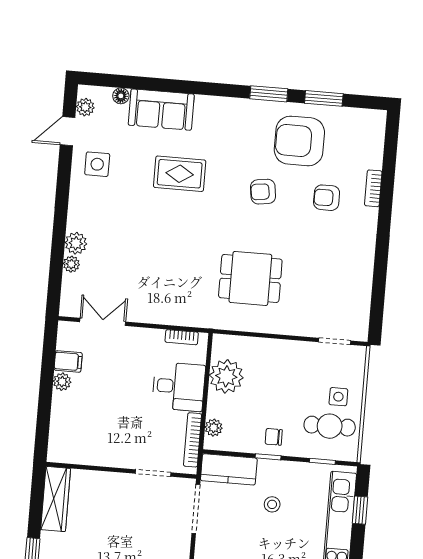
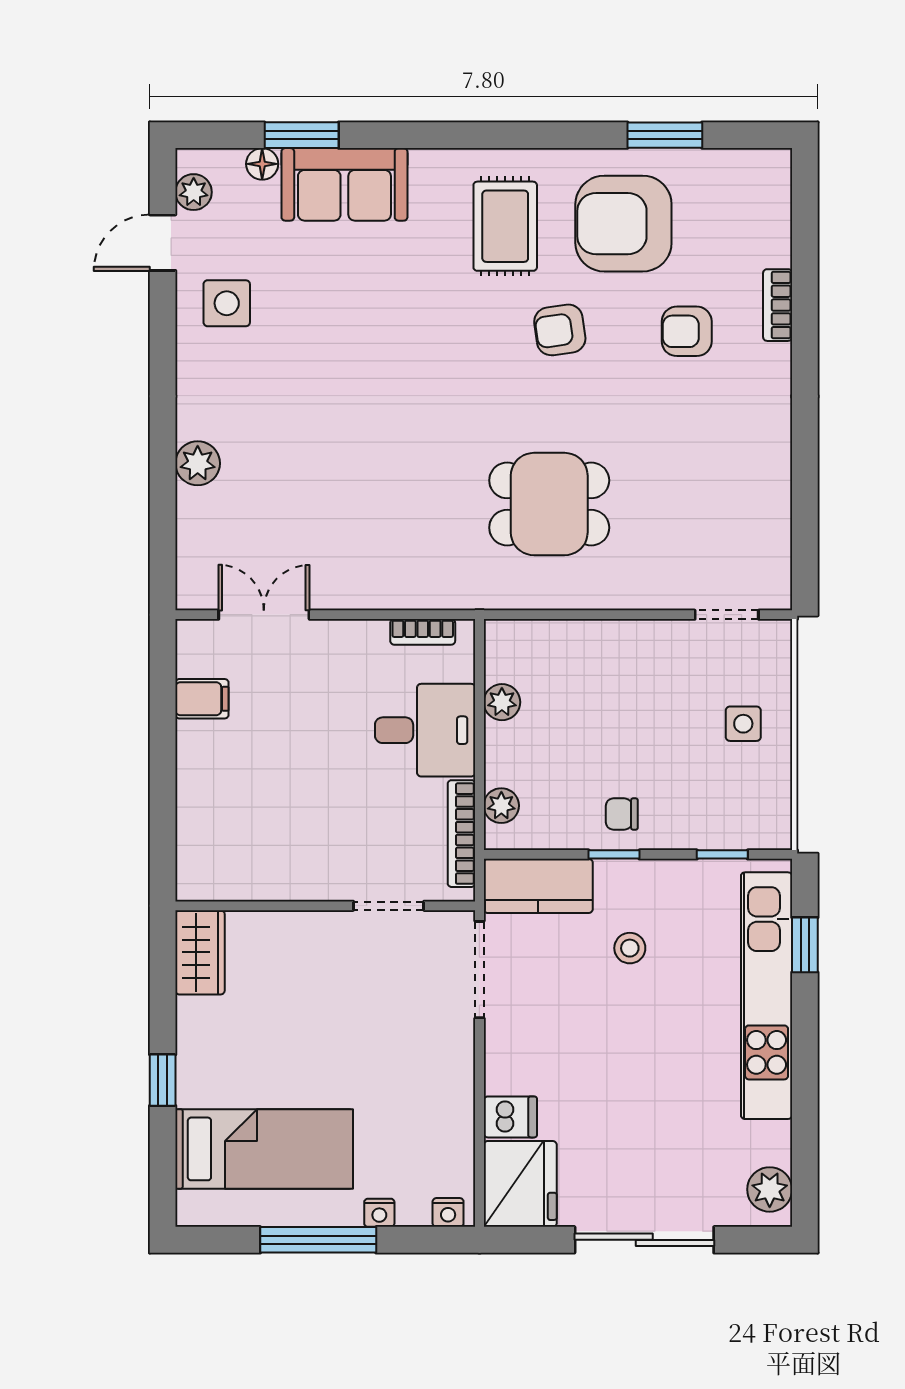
window: (269, 94) -> (302, 135), moved
rug: (180, 174) -> (505, 226), moved, turned 90
plant: (71, 264) -> (192, 505), removed
plant: (226, 376) -> (502, 702), width x0.53, depth x0.53
plant: (62, 382) -> (193, 740), removed
cafe table: (330, 426) -> (731, 783), removed
wardrobe: (56, 499) -> (200, 952), width x0.67

